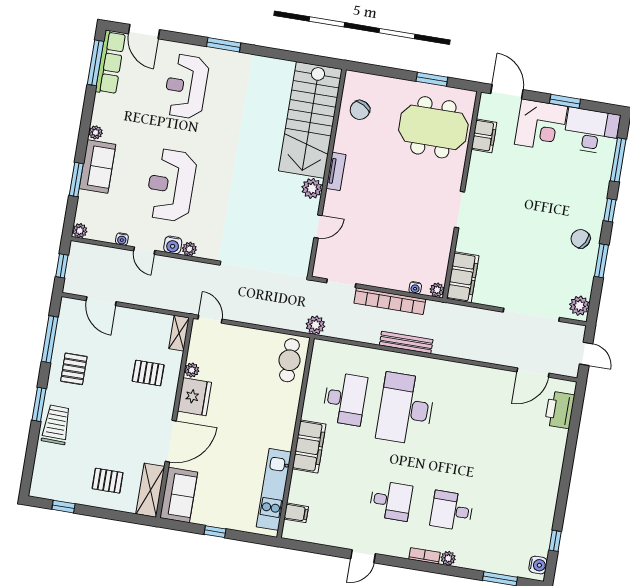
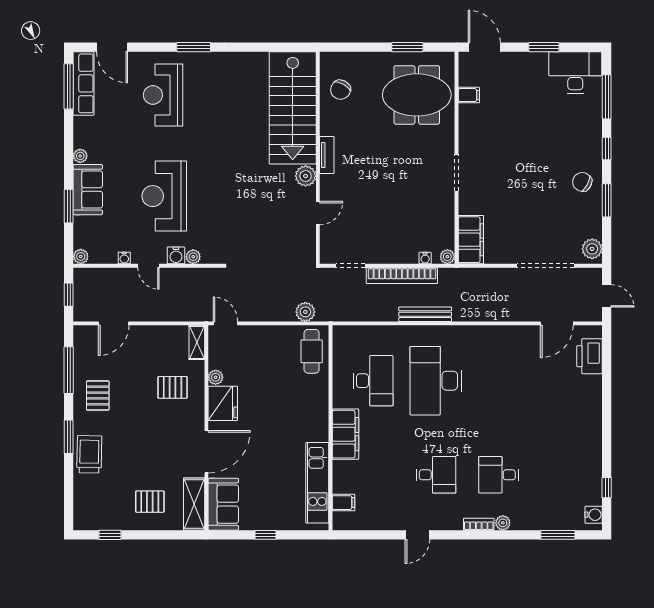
corner desk: (541, 125) -> (524, 75), removed
filing cabinet: (484, 136) -> (469, 95), width x0.50
door: (101, 301) -> (114, 323), hinge flipped
plant: (315, 325) -> (305, 312), moved

